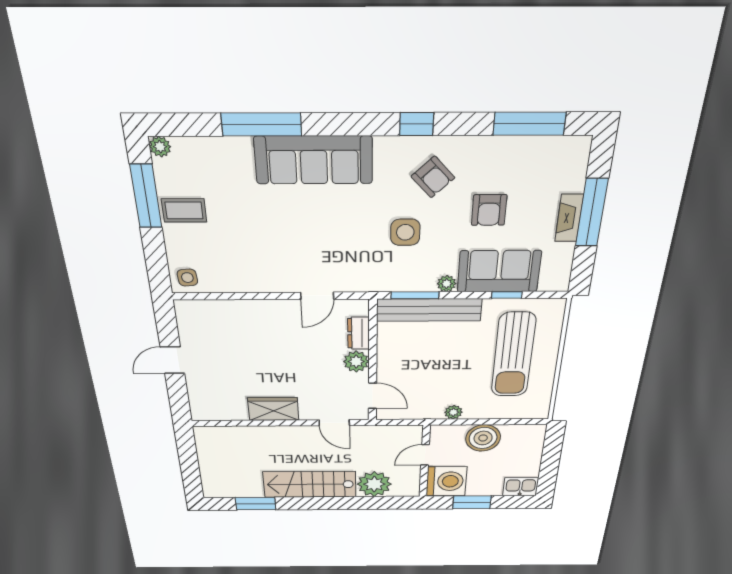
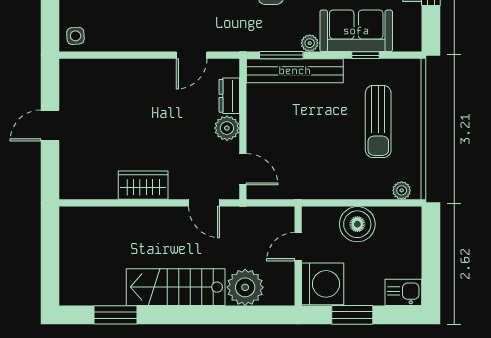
sun lounger: (513, 355) -> (378, 122), width x0.73, depth x0.75
plant: (453, 412) -> (402, 190), moved

